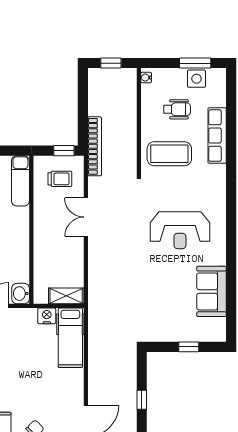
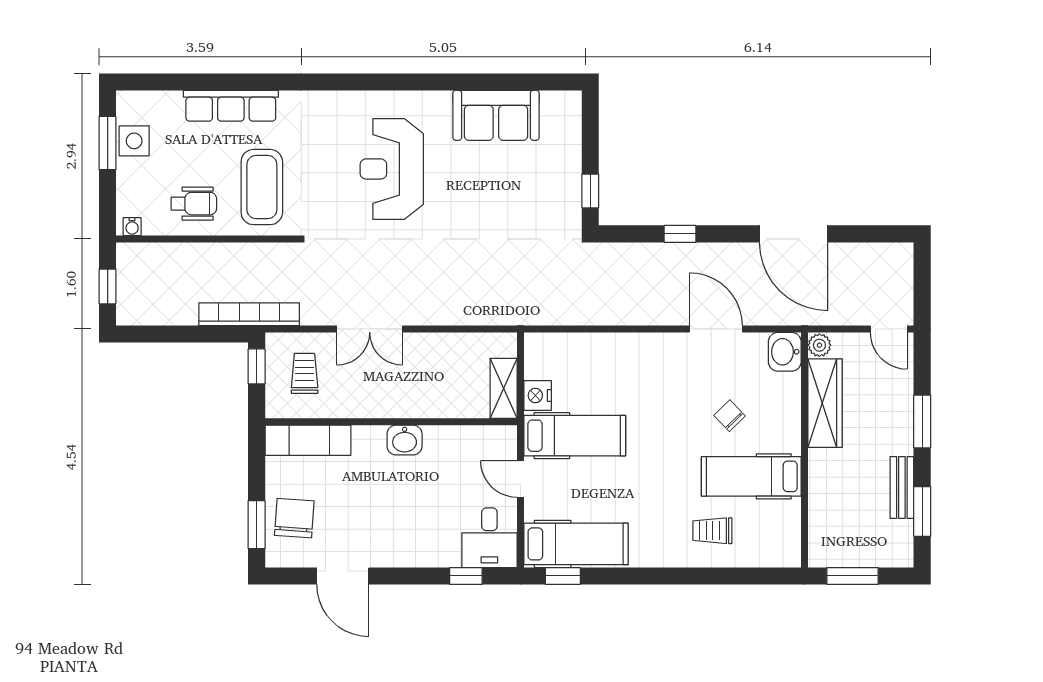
wheelchair: (177, 109) -> (194, 204), moved, turned 90
reception desk: (180, 230) -> (392, 169), turned 180
washbasin: (21, 294) -> (405, 440), moved
shelving: (66, 296) -> (504, 388), moved
hospital bed: (70, 338) -> (575, 436), moved
window: (189, 347) -> (590, 191), moved

